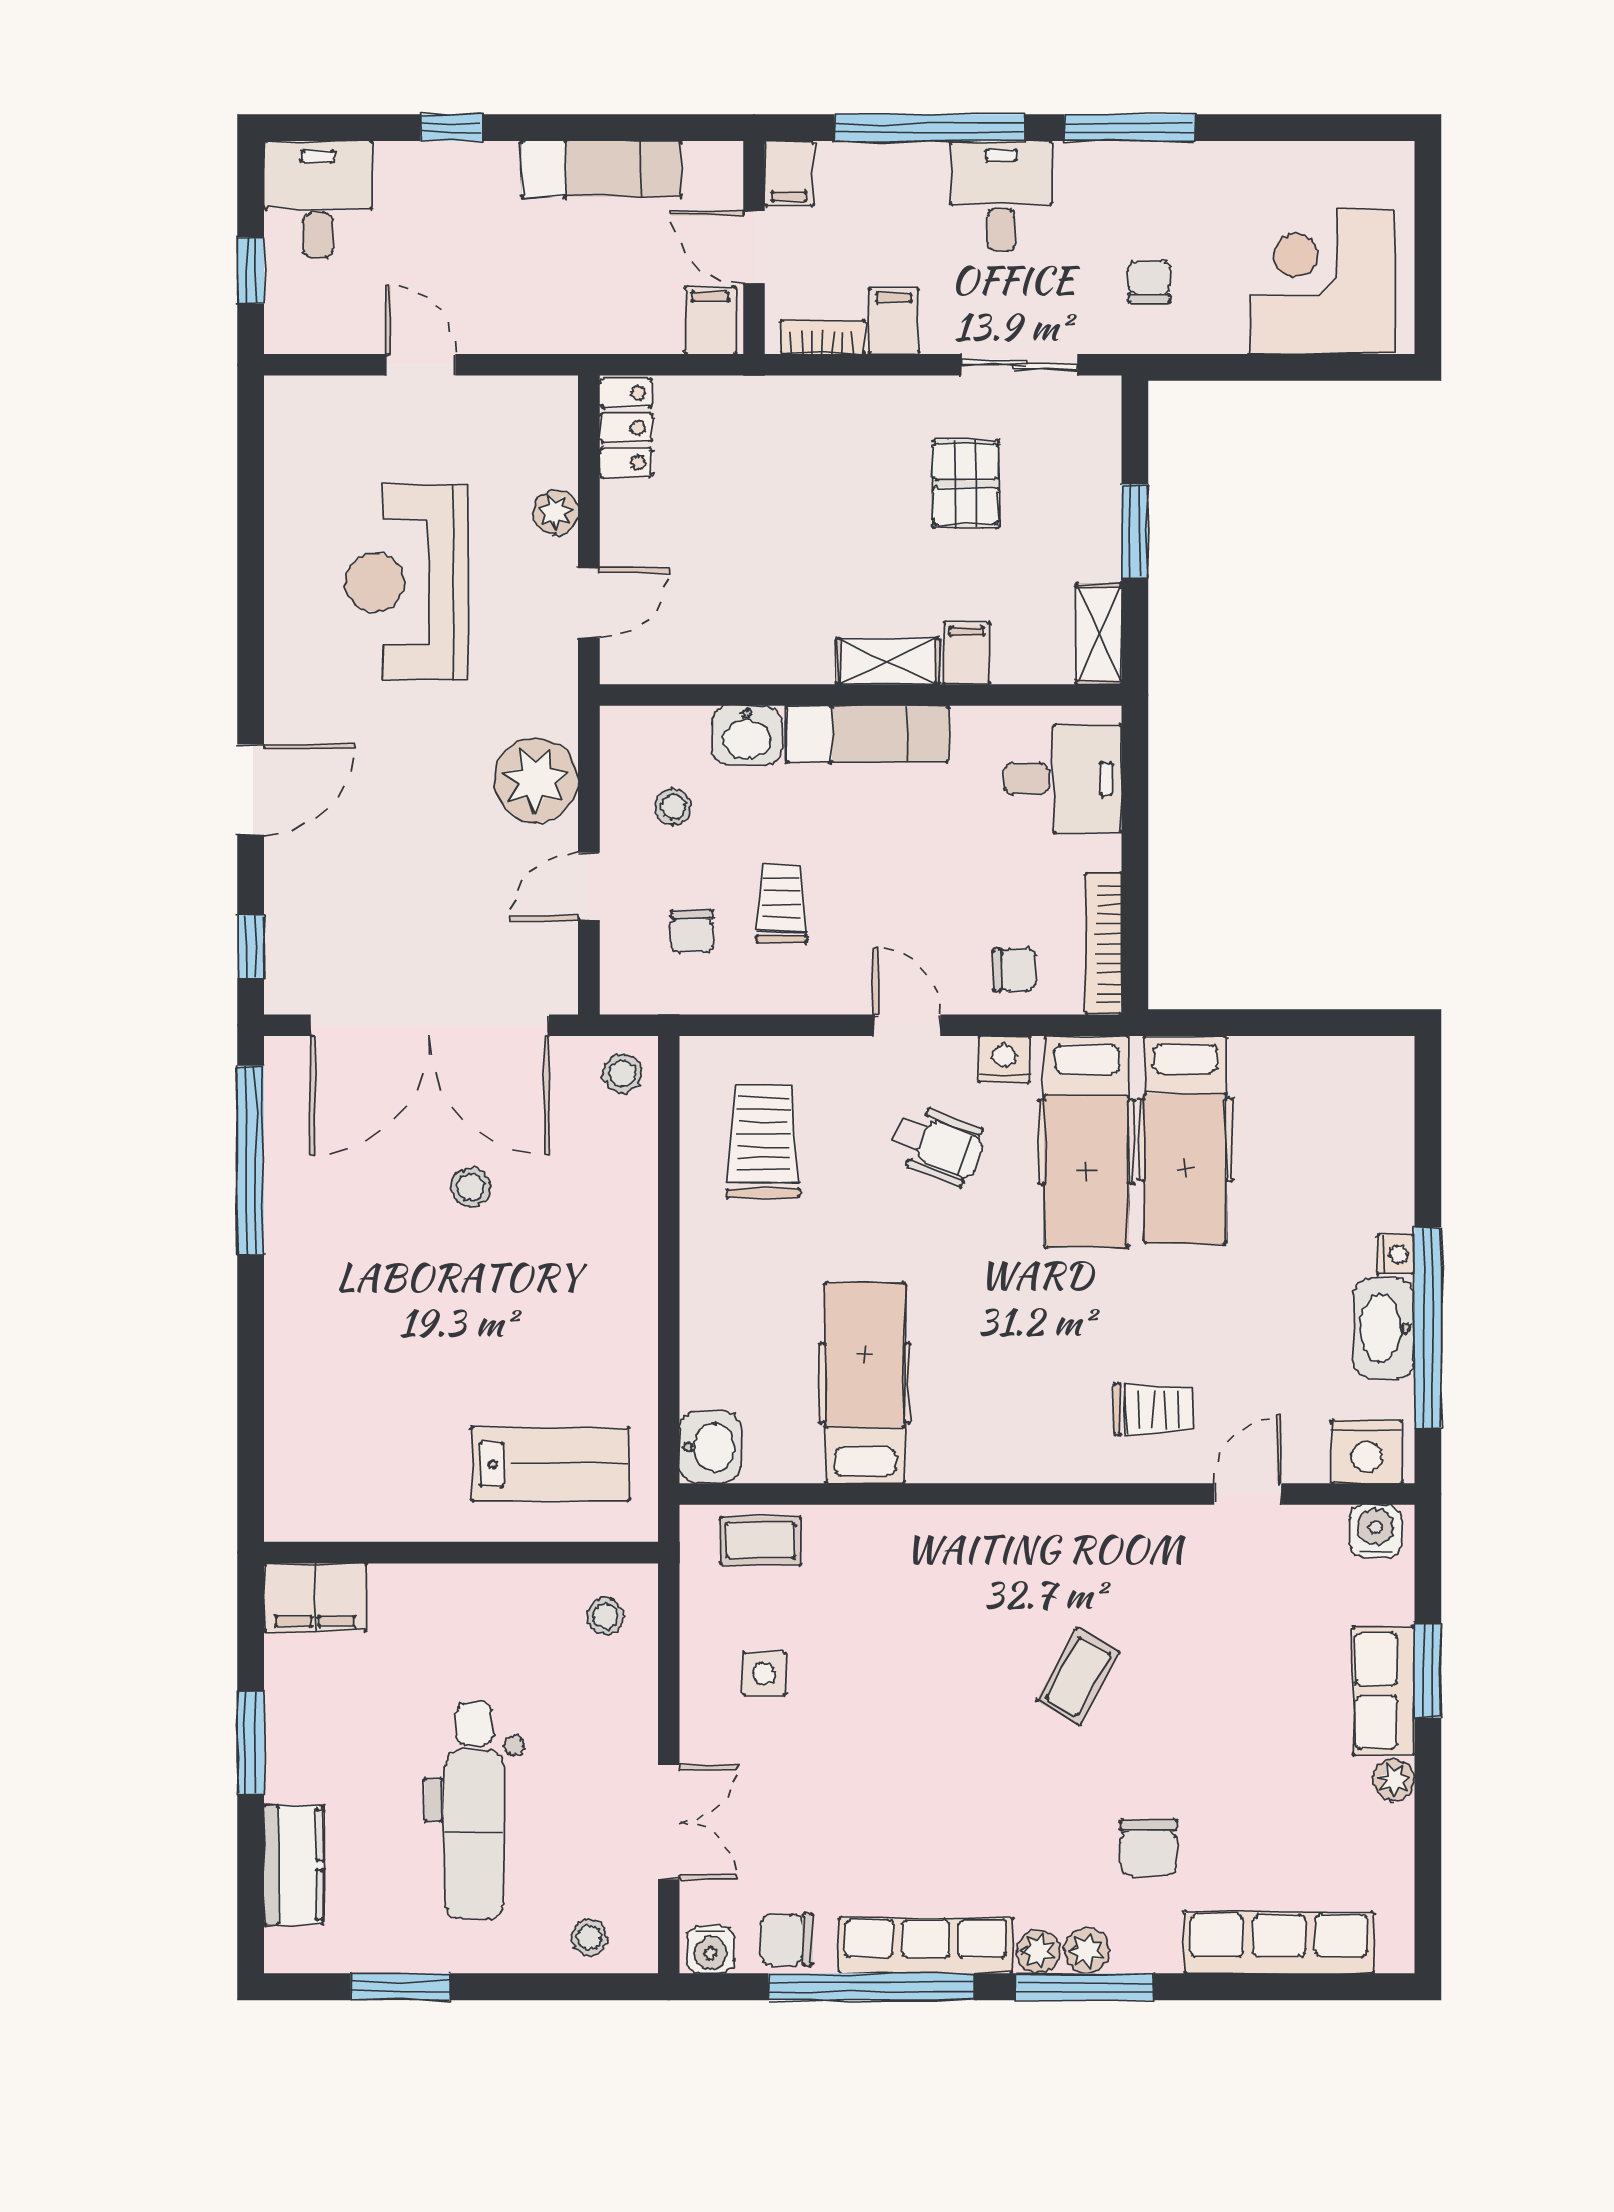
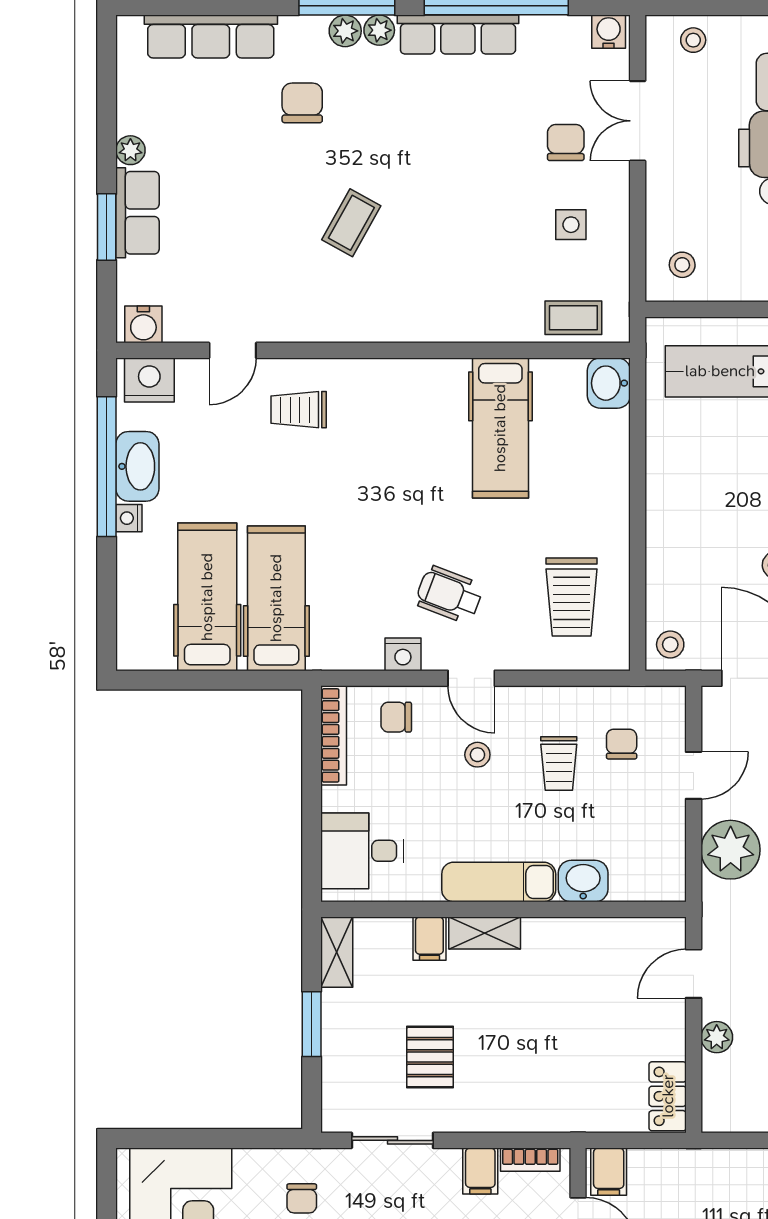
stool: (673, 807) -> (477, 755), moved
hospital bed: (1087, 1142) -> (207, 597), moved
chair: (787, 1940) -> (566, 142), moved, turned -90

